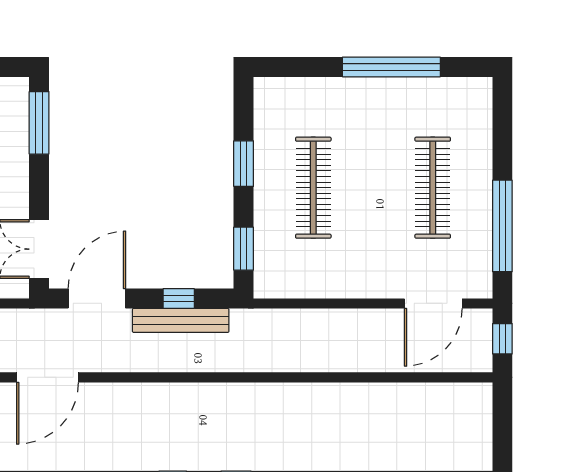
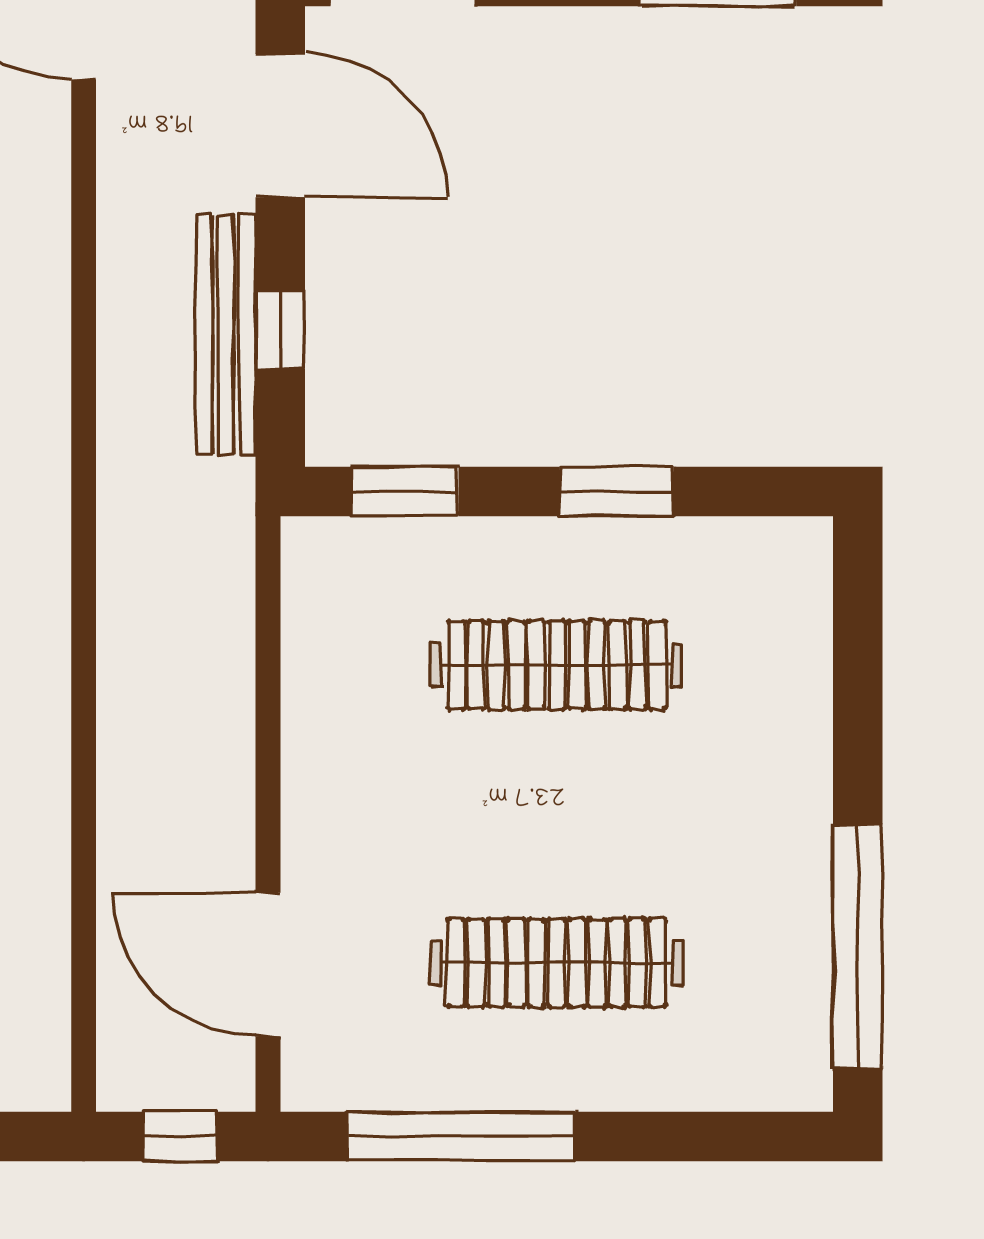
window: (391, 67) -> (858, 946), moved

